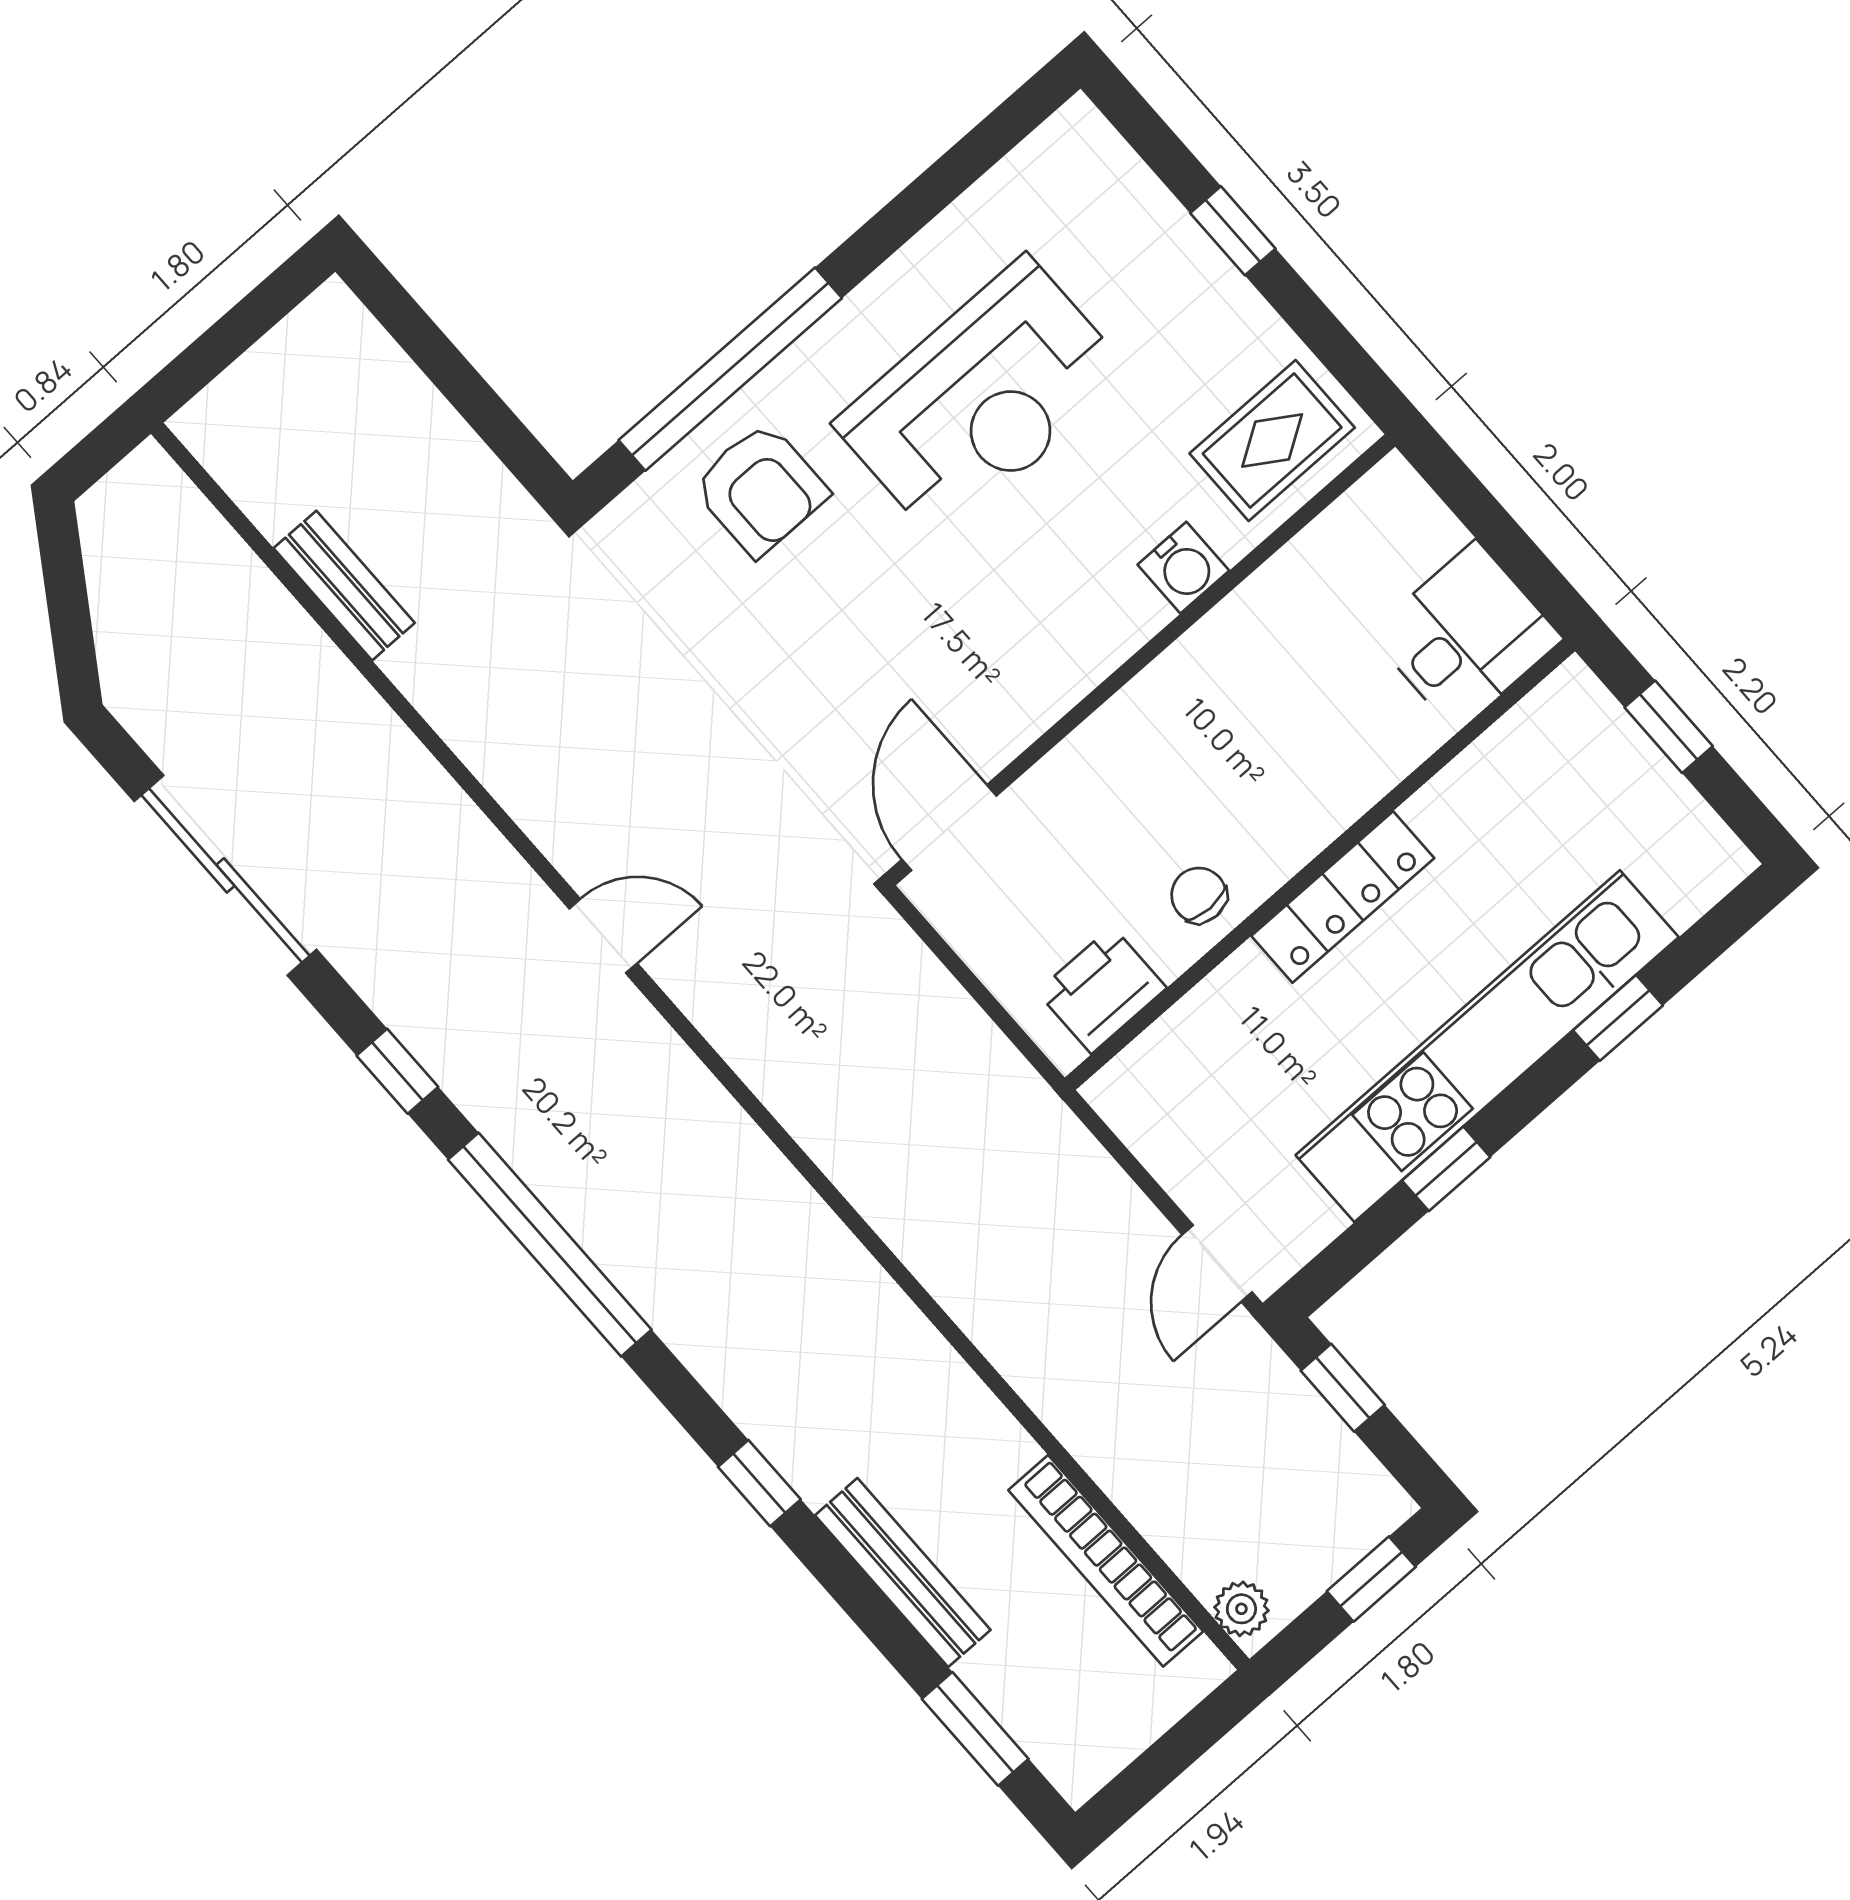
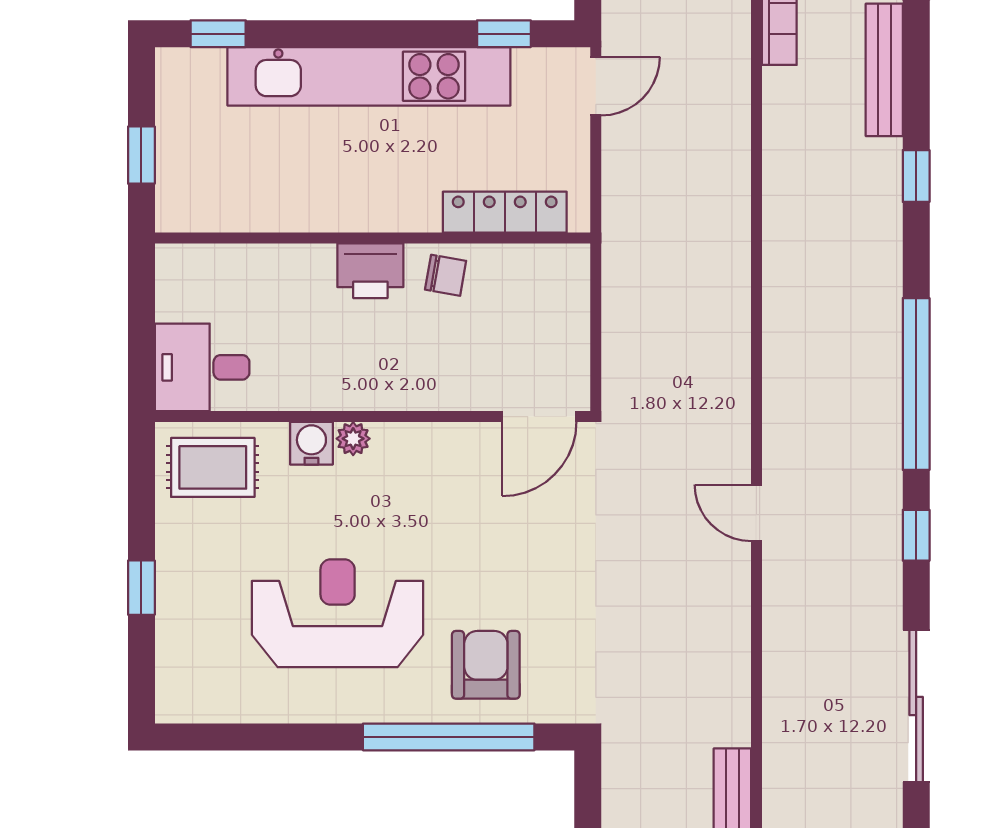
plant: (1140, 615) -> (353, 439), added
desk: (1466, 636) -> (202, 367), moved
chair: (1199, 895) -> (446, 275), turned -80
locker: (1343, 897) -> (505, 212), moved
printer: (1102, 990) -> (370, 271), moved
window: (1618, 1018) -> (218, 34), moved
window: (1446, 1169) -> (504, 34), moved

